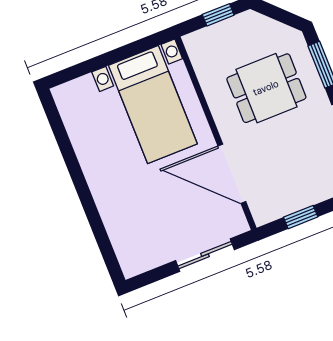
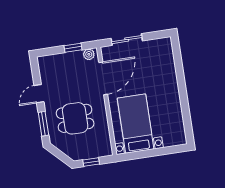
door: (232, 174) -> (103, 78), hinge flipped
plant: (269, 212) -> (89, 54), added

